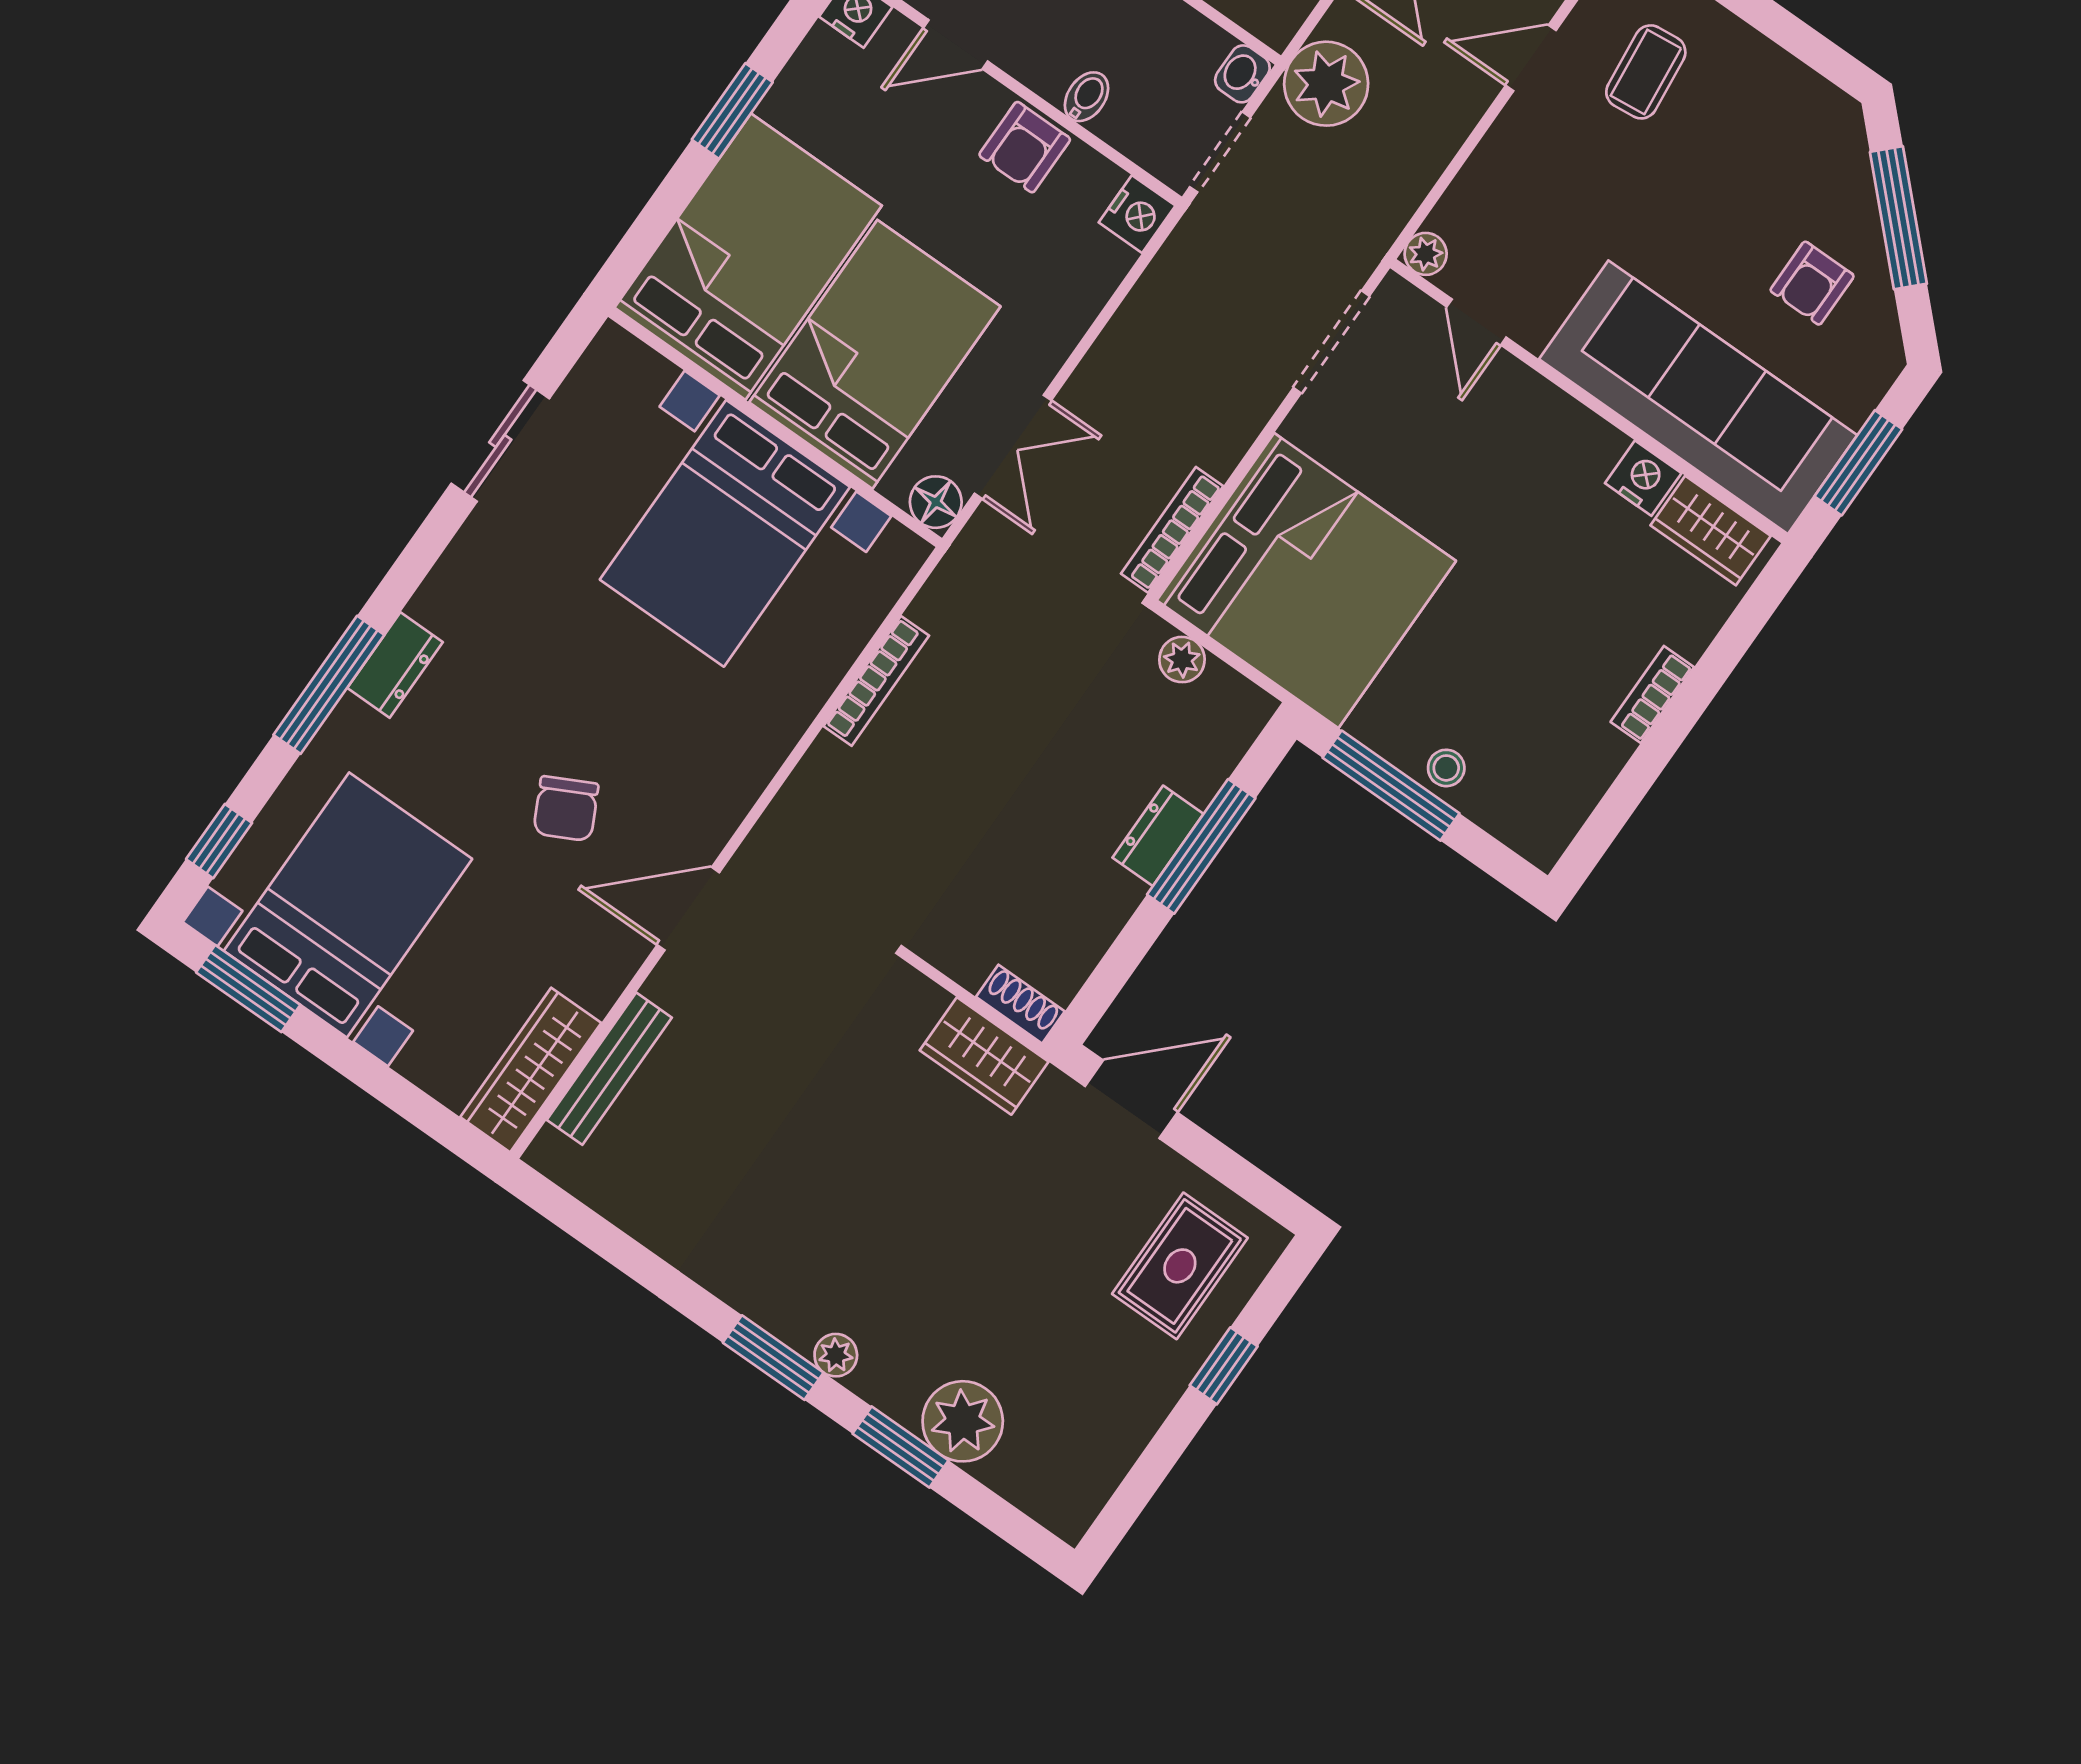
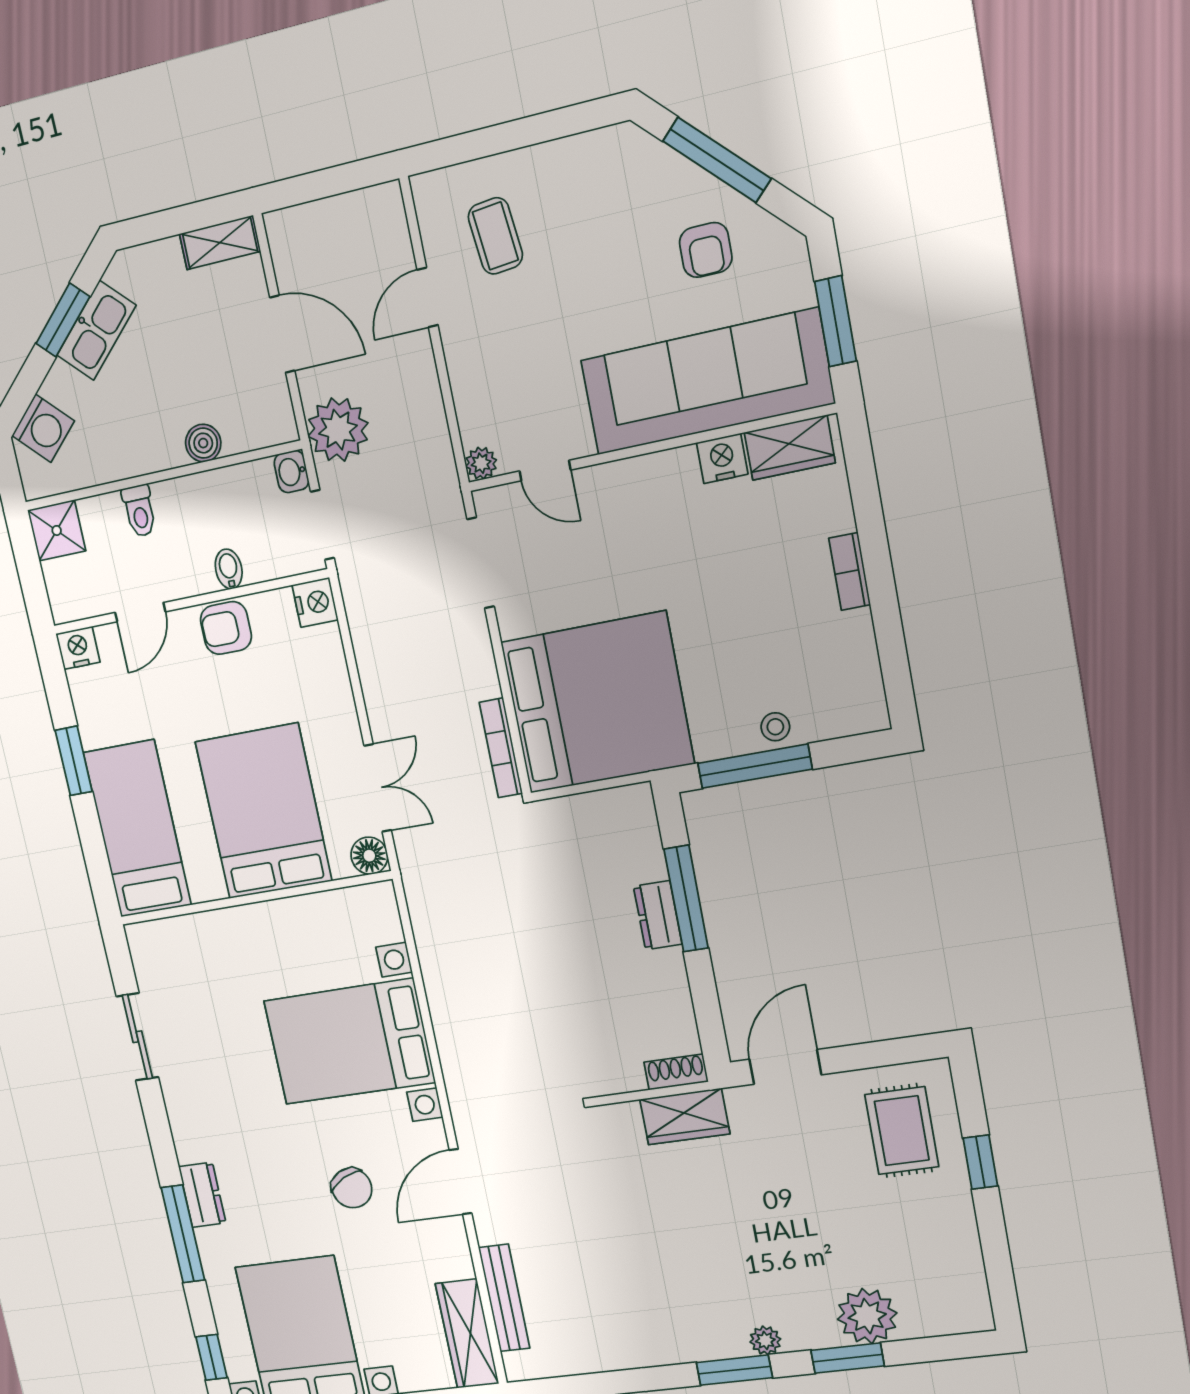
armchair: (1025, 147) -> (226, 628), turned 90
bed: (748, 257) -> (137, 829), width x0.67
bed with nightstands: (725, 533) -> (349, 1042), moved, turned 90
plant: (1182, 660) -> (575, 811), removed
bookcase: (876, 681) -> (434, 977), removed

